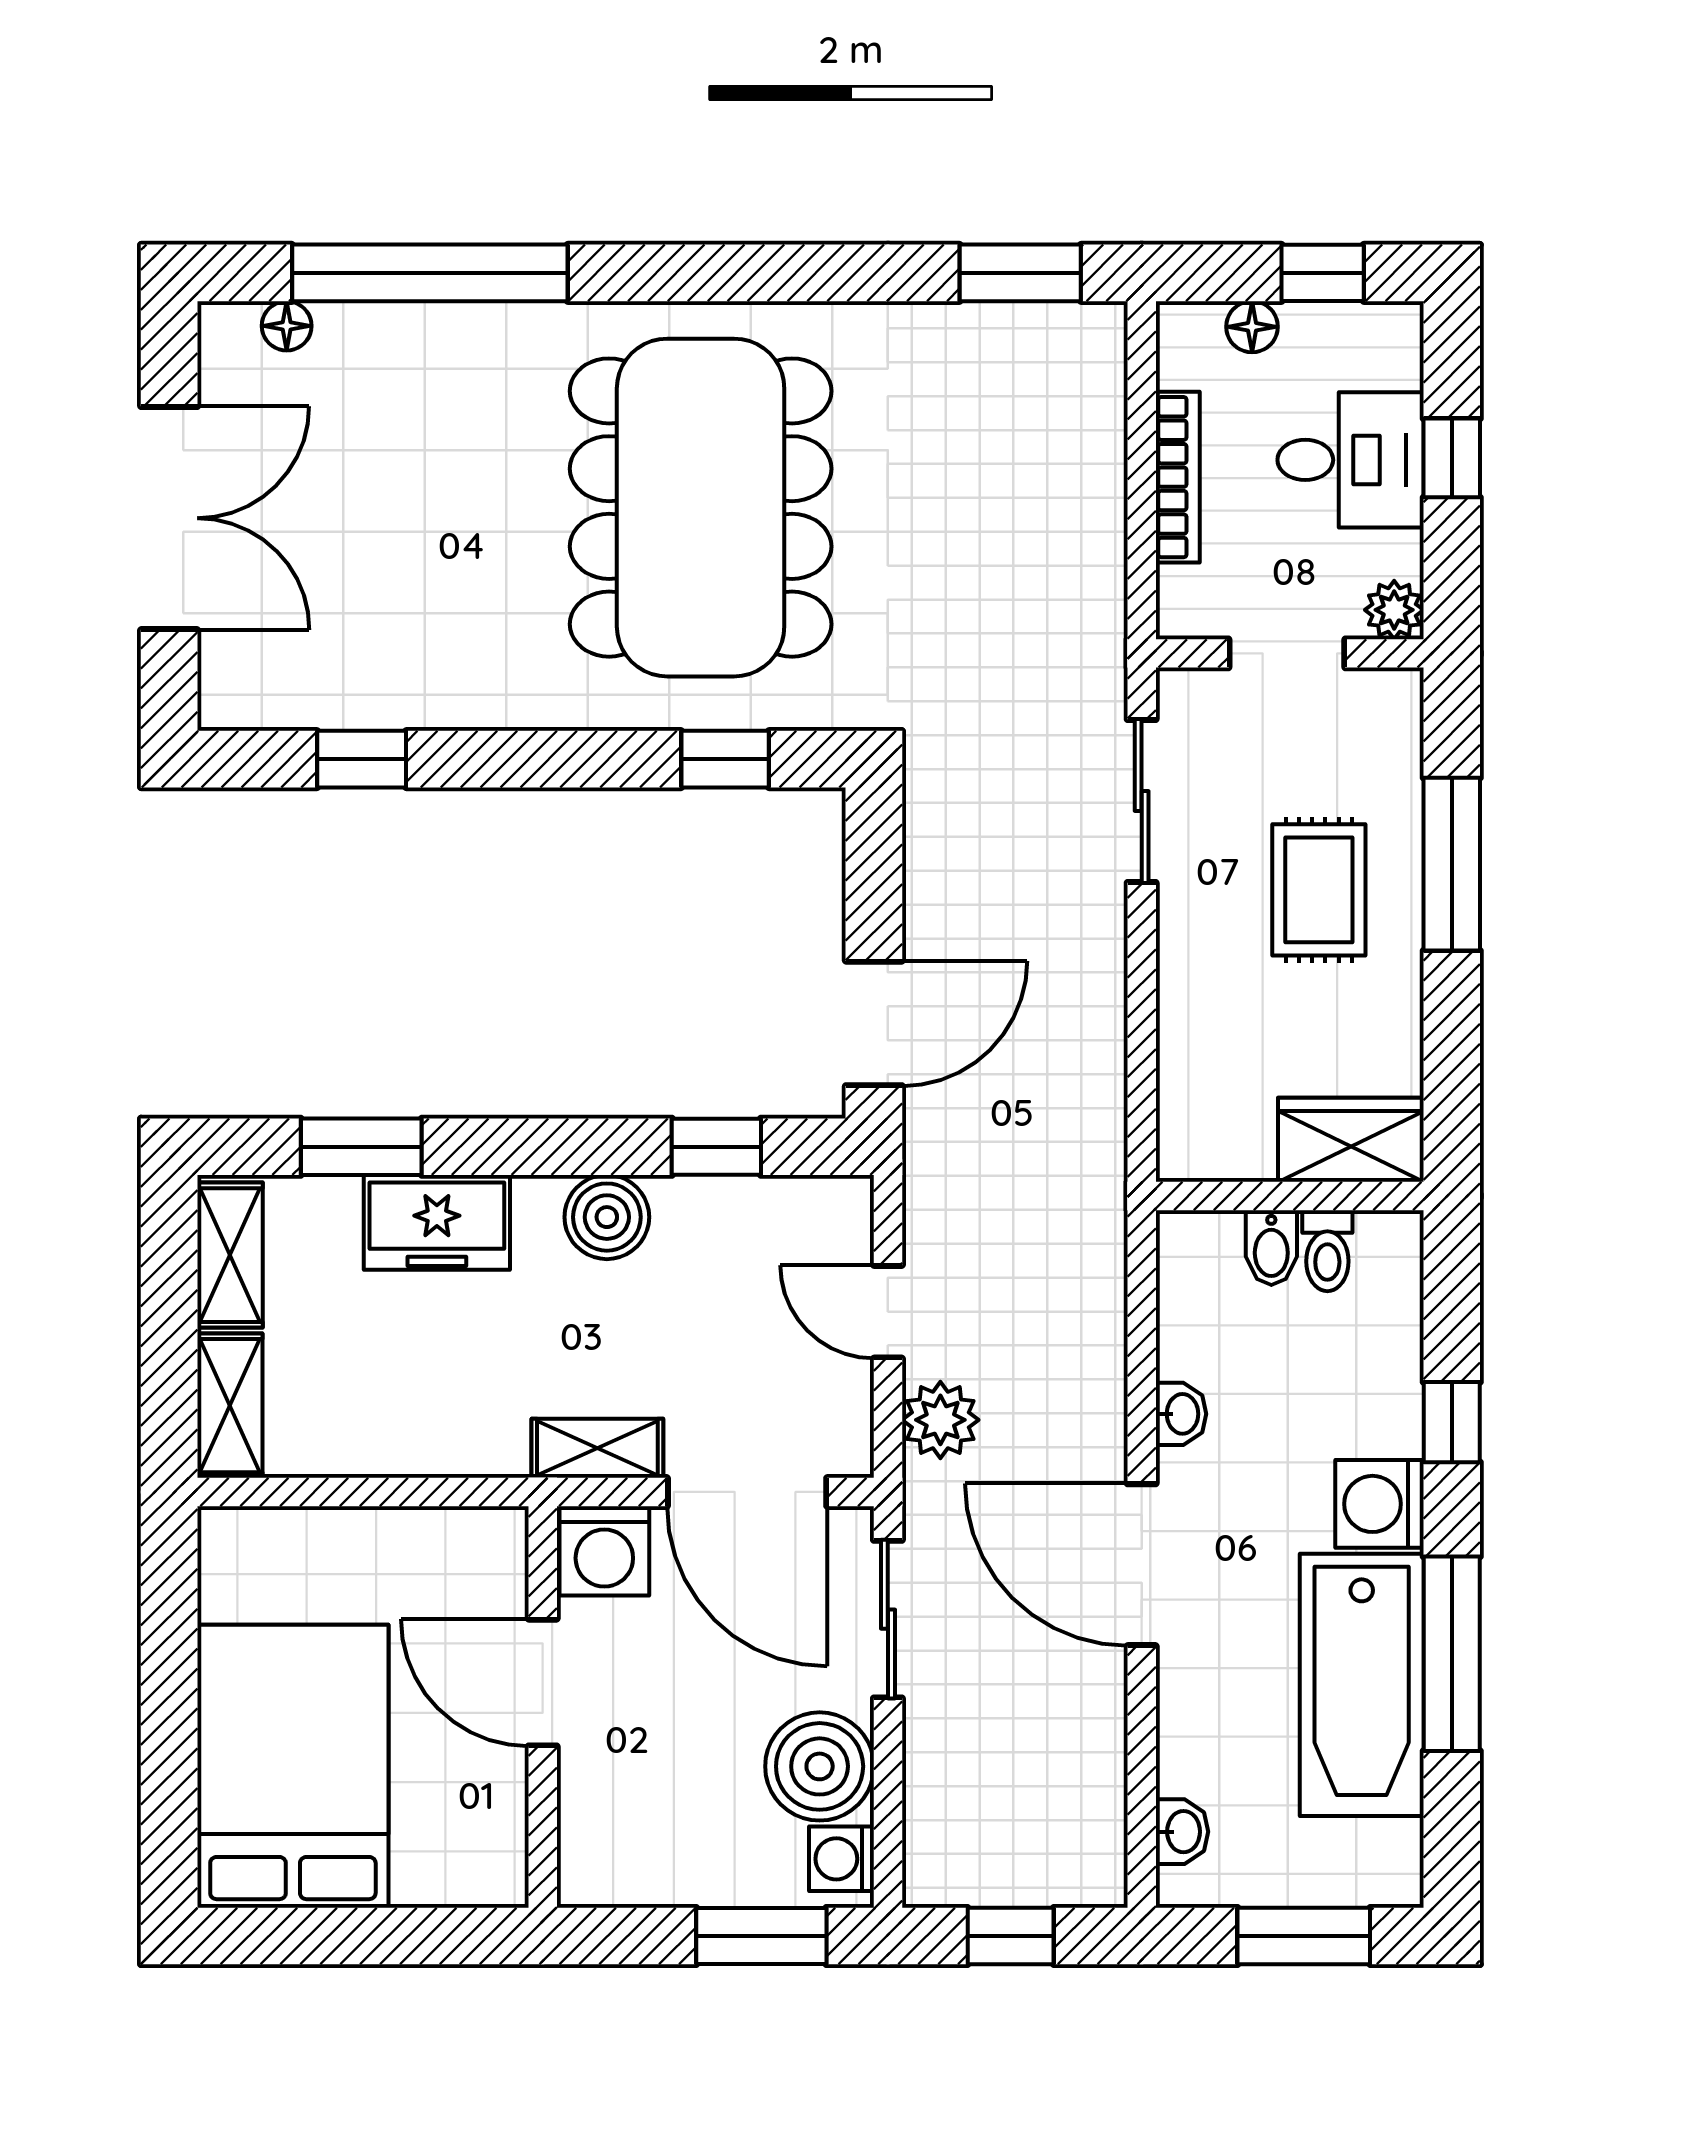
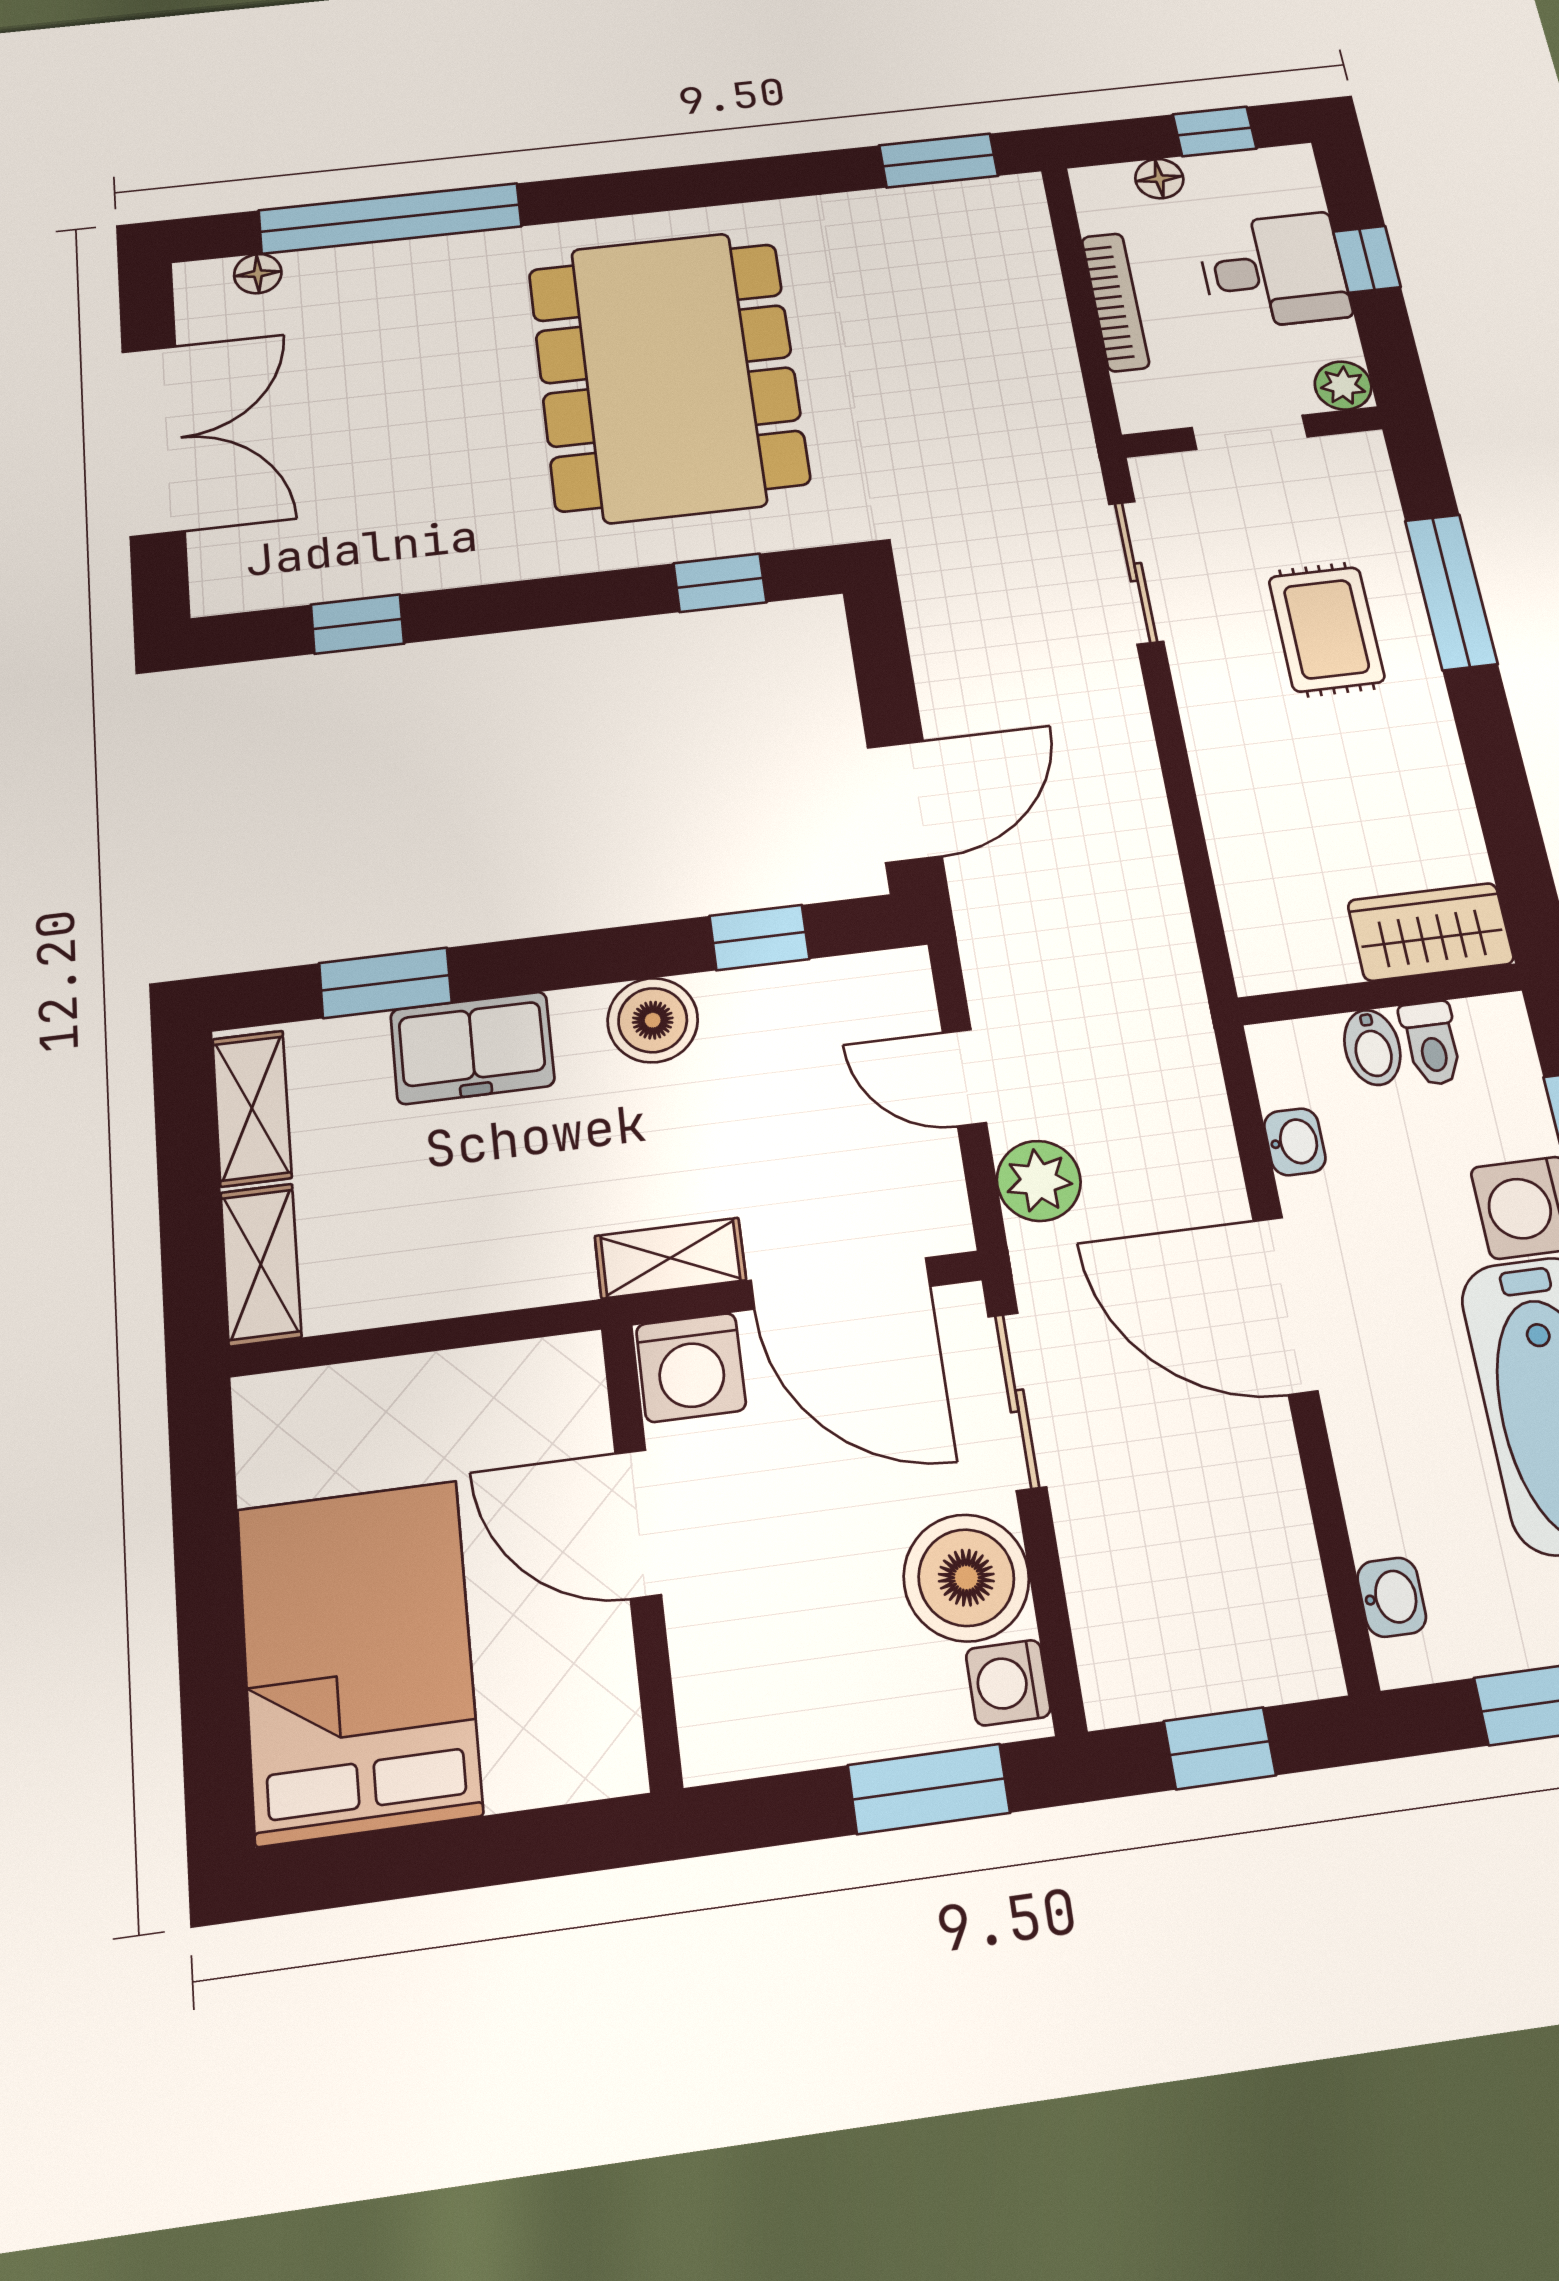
wardrobe: (1351, 1140) -> (1431, 932), moved
wall: (1290, 1196) -> (1380, 994), moved
bidet: (1271, 1248) -> (1372, 1047), moved
toilet: (1327, 1251) -> (1432, 1043), moved

